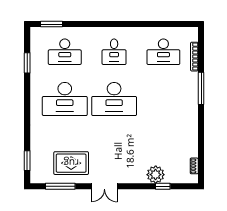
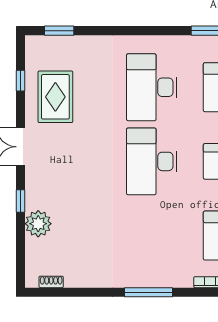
window: (201, 88) -> (149, 292), moved
window: (60, 186) -> (21, 81), width x0.46
window: (163, 186) -> (21, 201), moved

